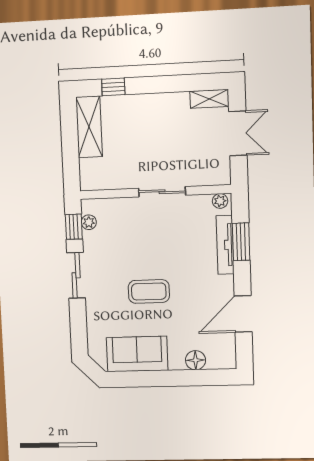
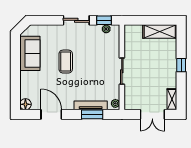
window: (113, 87) -> (181, 65), moved
floor lamp: (196, 360) -> (25, 104), moved

